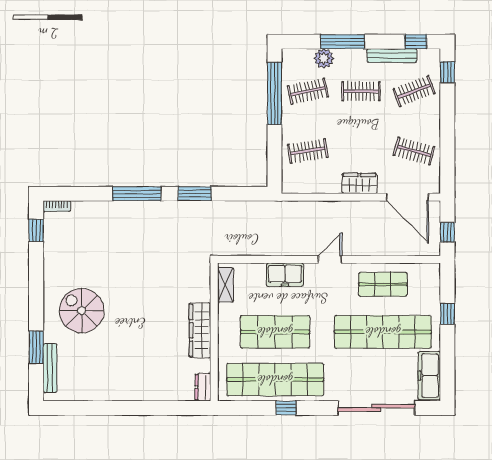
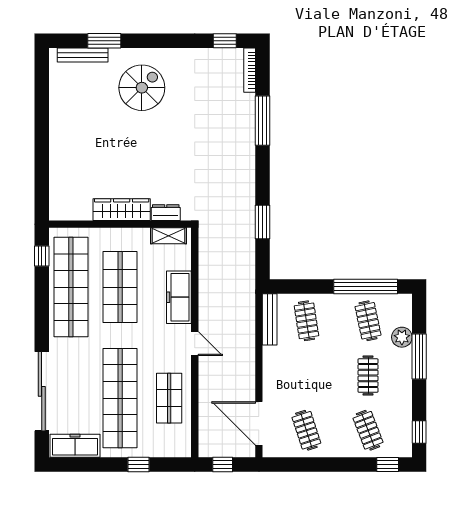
bench: (392, 56) -> (270, 319), moved
clothes rail: (414, 151) -> (306, 430), turned -33
wardrobe: (359, 184) -> (273, 374), removed
window: (137, 194) -> (262, 121), moved
window: (195, 194) -> (262, 222), moved
door: (408, 197) -> (259, 423), hinge flipped
bookcase: (57, 206) -> (250, 70), width x1.56
freezer: (285, 275) -> (179, 297), width x1.40
dresser: (203, 387) -> (166, 213), moved
window: (286, 408) -> (42, 256), moved

